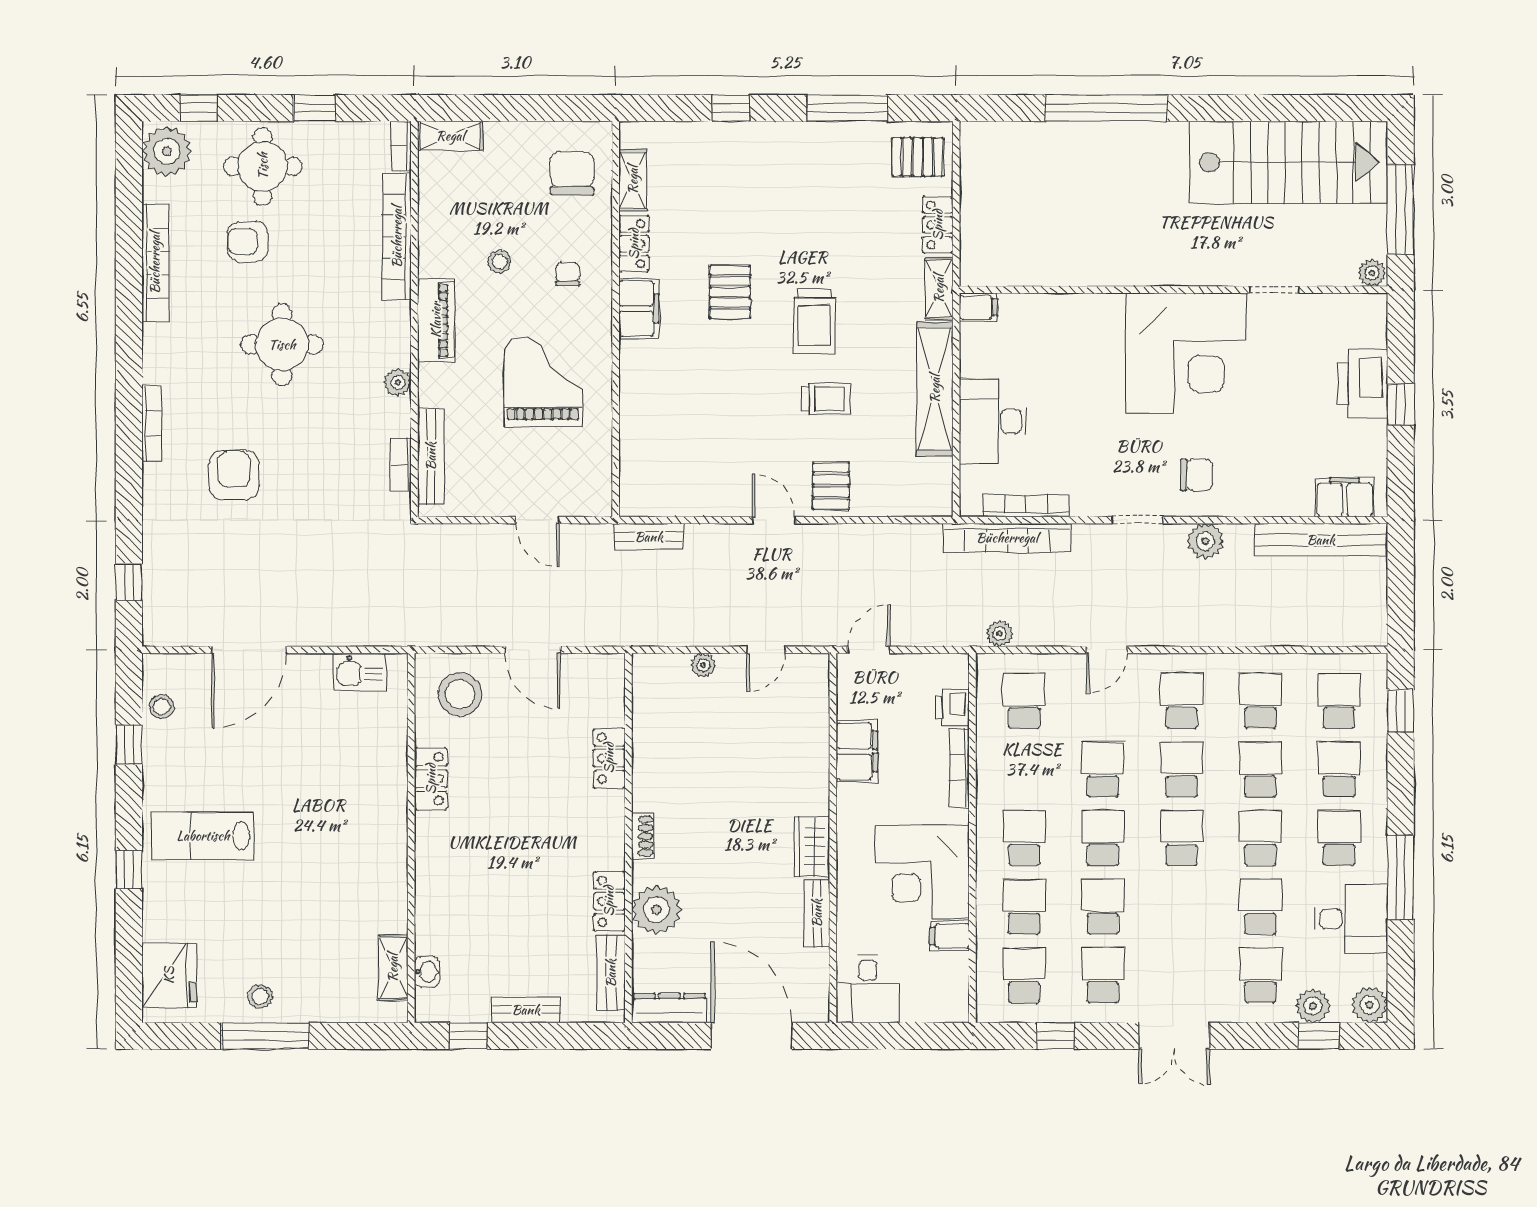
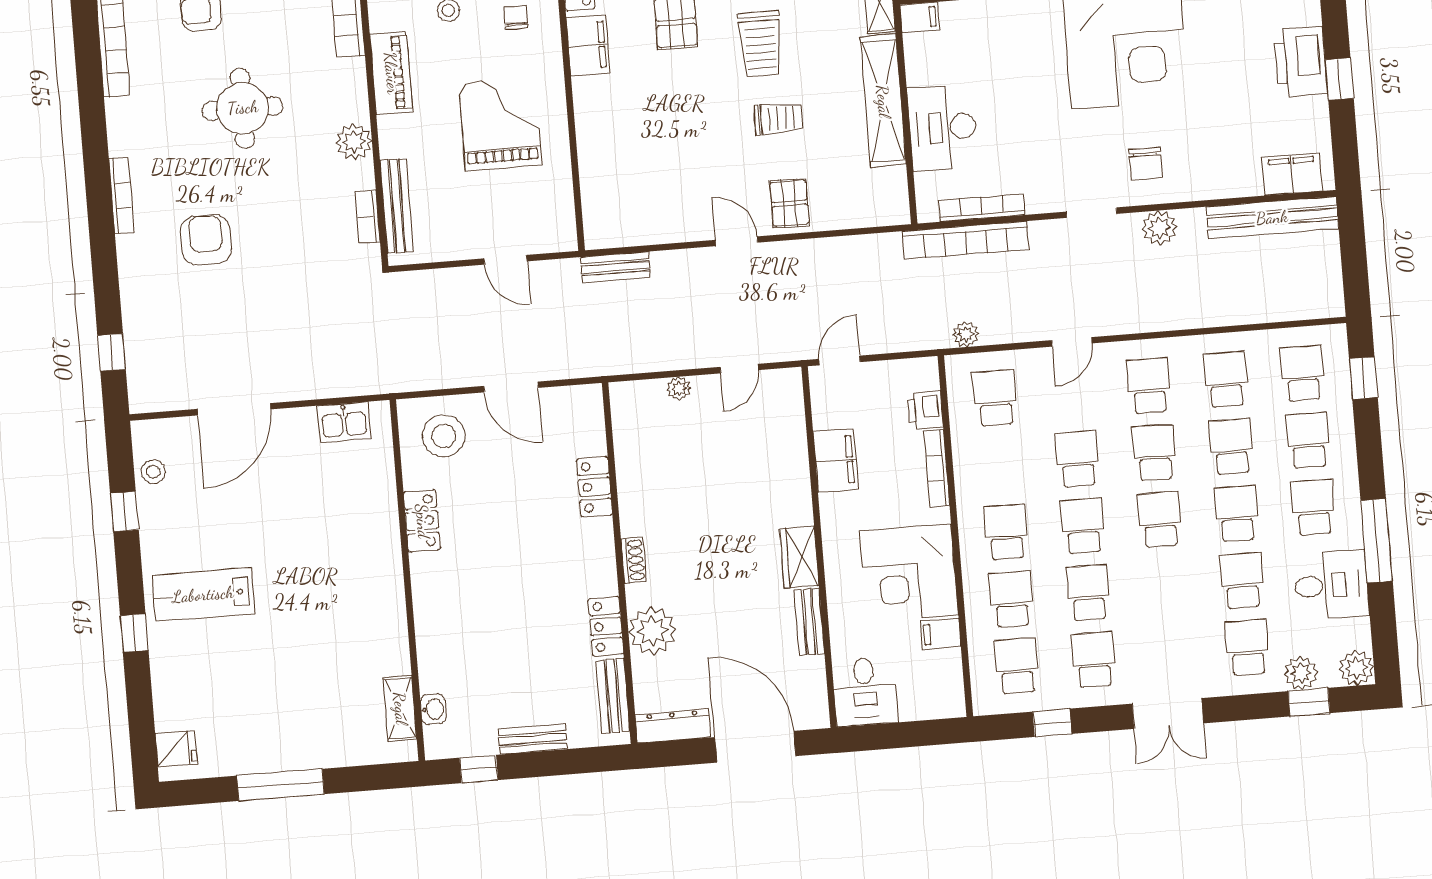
plant: (398, 382) -> (354, 142), width x1.38, depth x1.38
chair: (1196, 475) -> (1146, 164), turned 90
fridge: (169, 975) -> (176, 749), width x0.53, depth x0.75
stool: (260, 996) -> (272, 747), removed

